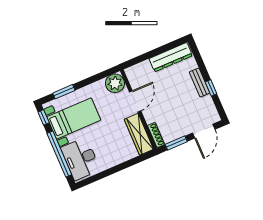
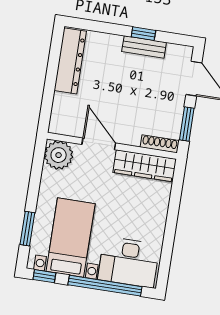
bench: (199, 82) -> (144, 47), moved

